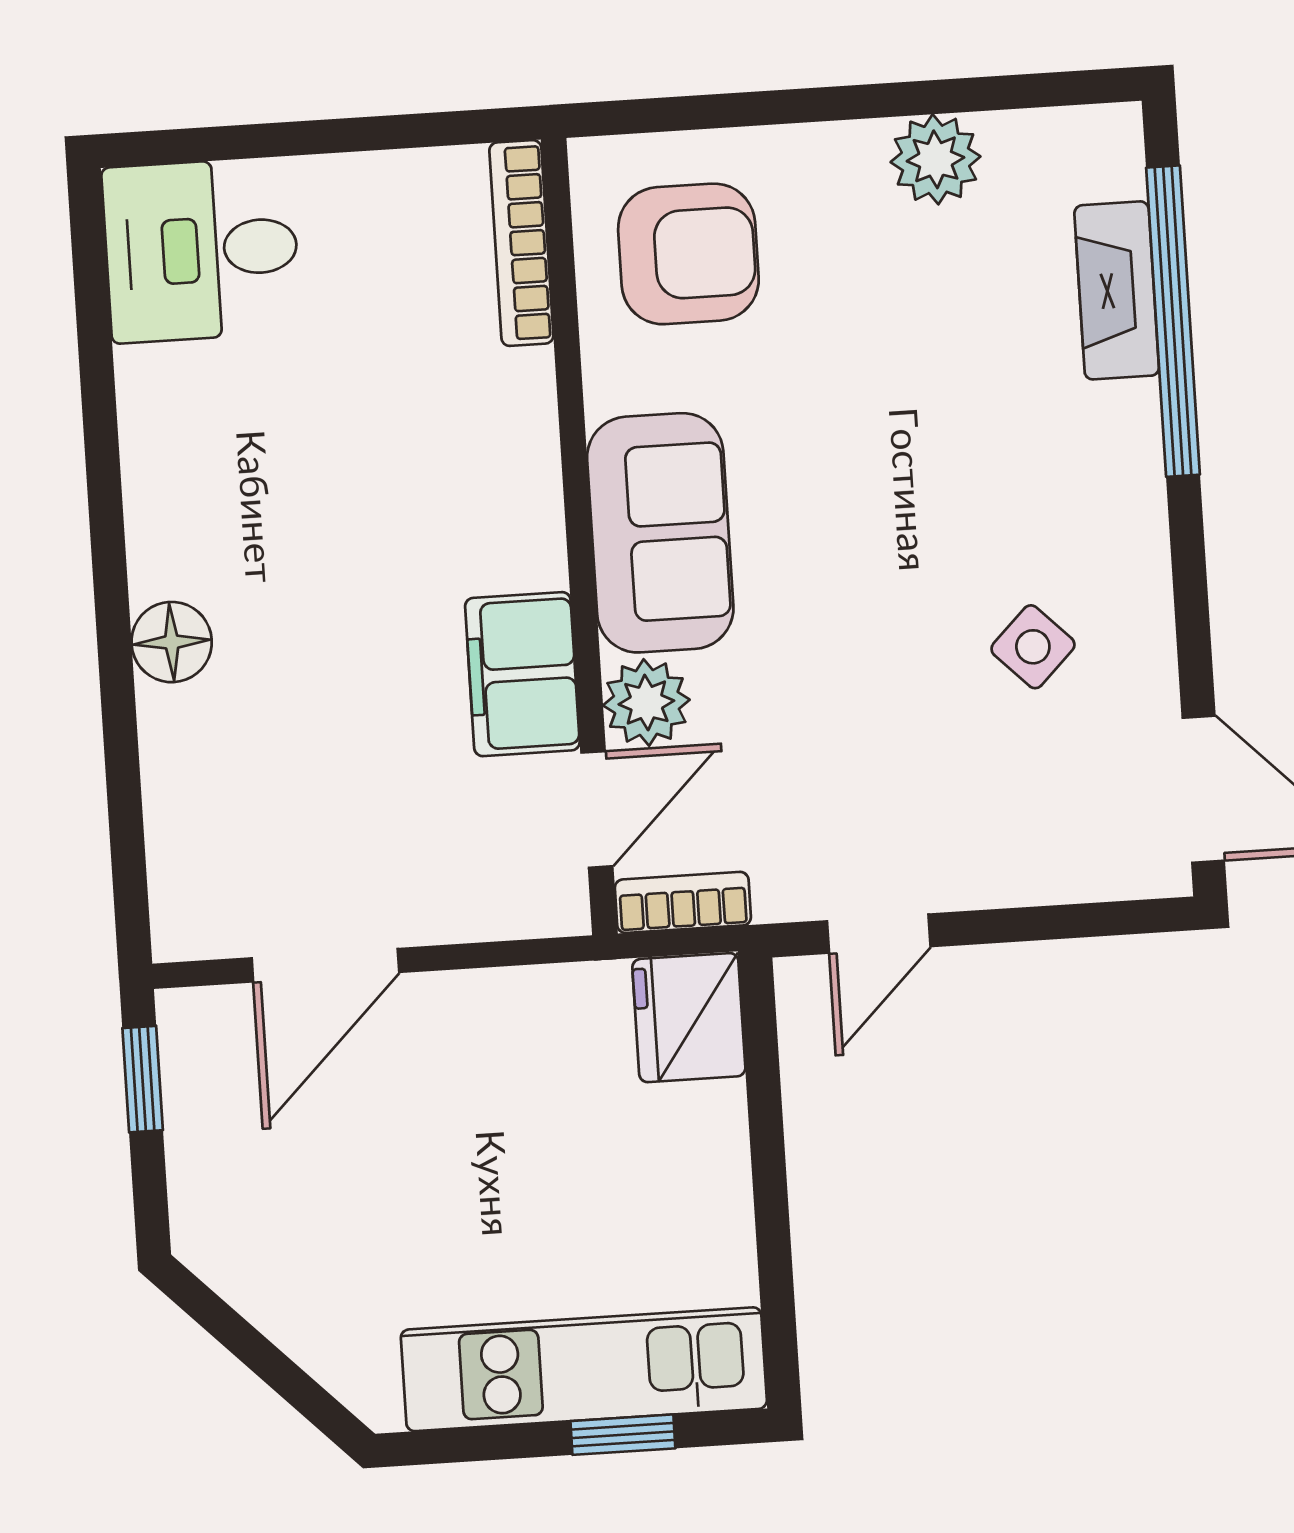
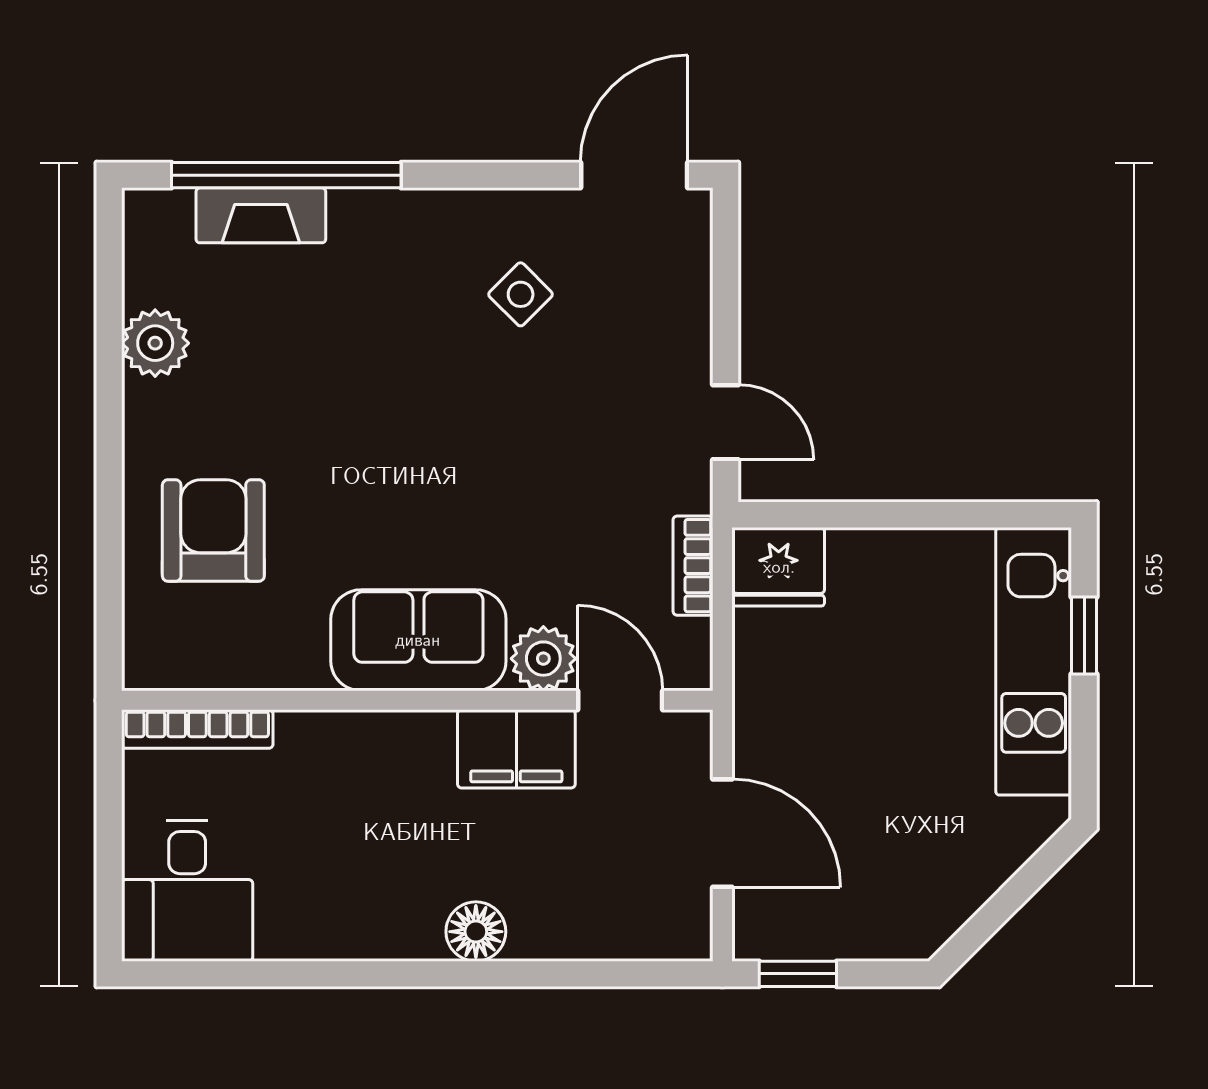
bookcase: (521, 243) -> (197, 729), moved
sofa: (660, 533) -> (418, 640), moved
wall: (579, 537) -> (417, 700), moved
filing cabinet: (522, 674) -> (516, 749), moved
plant: (646, 703) -> (543, 659), moved
door: (597, 809) -> (620, 700), moved

